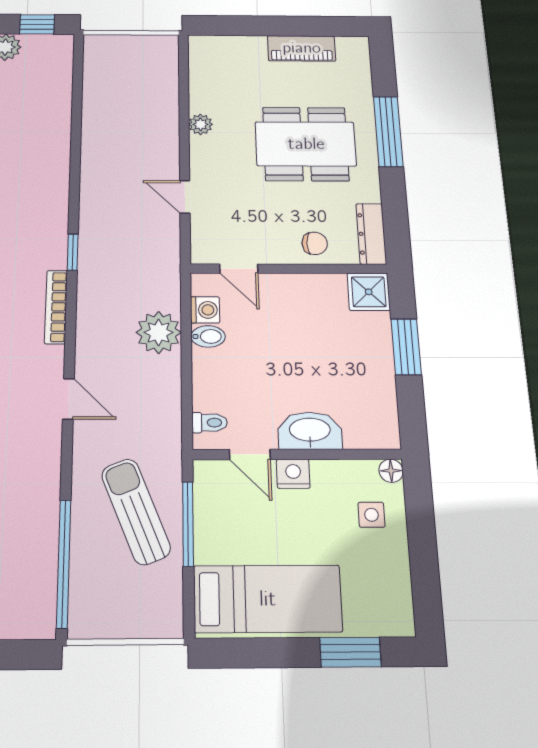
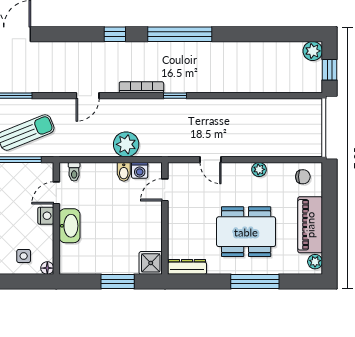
plant: (349, 46) -> (315, 262), added
piano: (302, 48) -> (310, 225), width x1.37, depth x1.33
dining table: (306, 144) -> (246, 232), turned 90
door: (185, 197) -> (210, 160), swing flipped
chair: (315, 243) -> (303, 177), moved, turned -90

